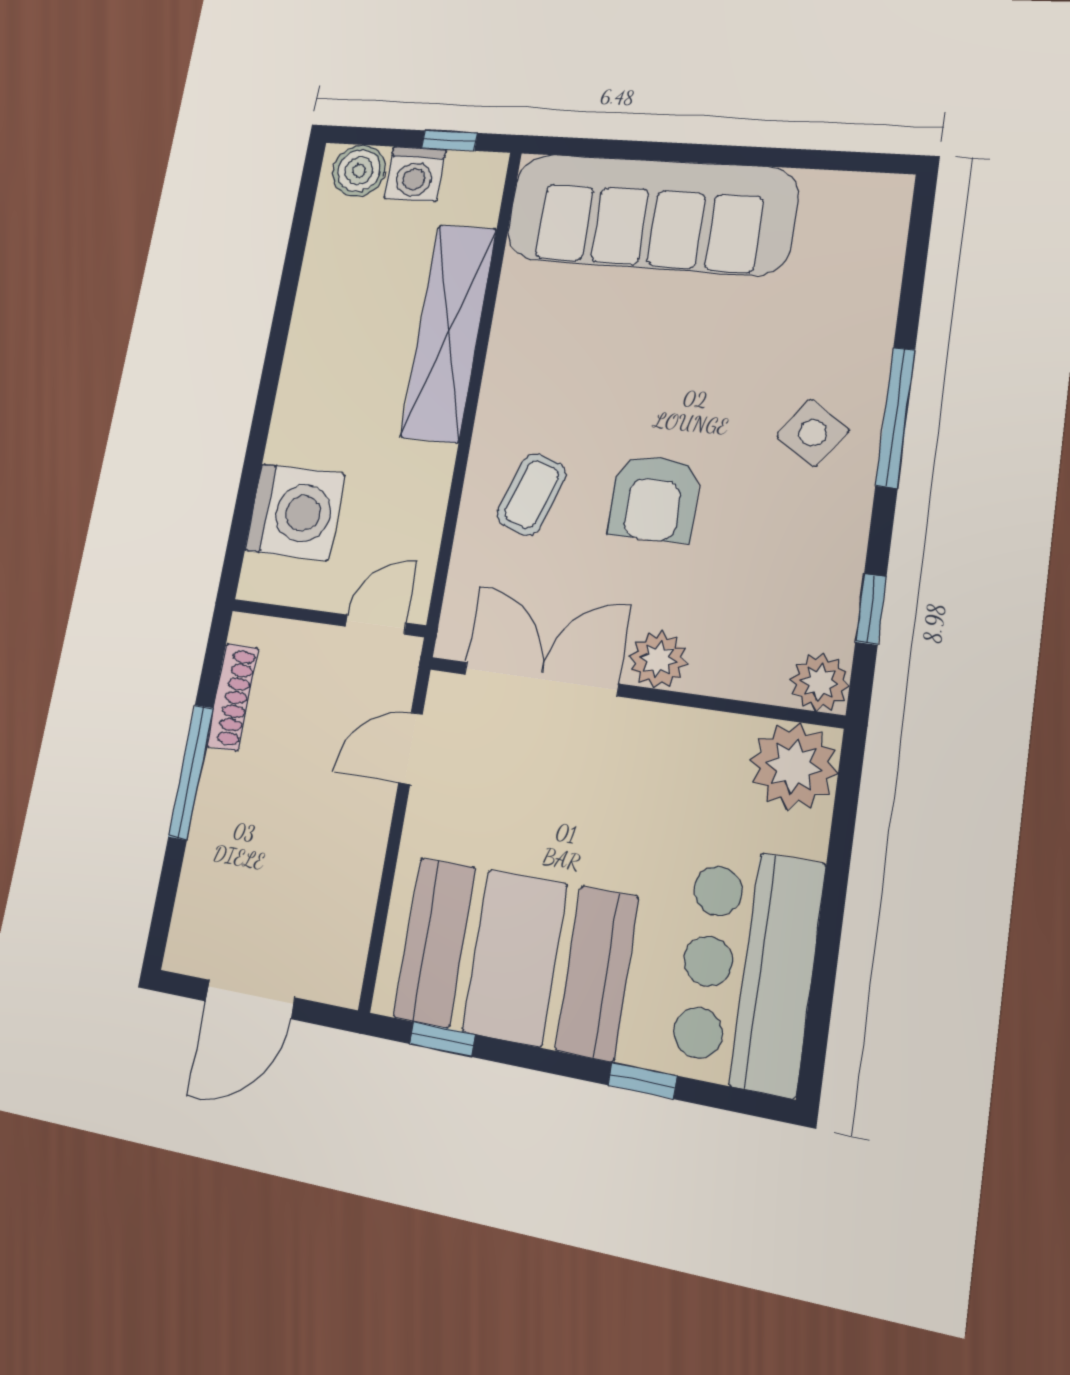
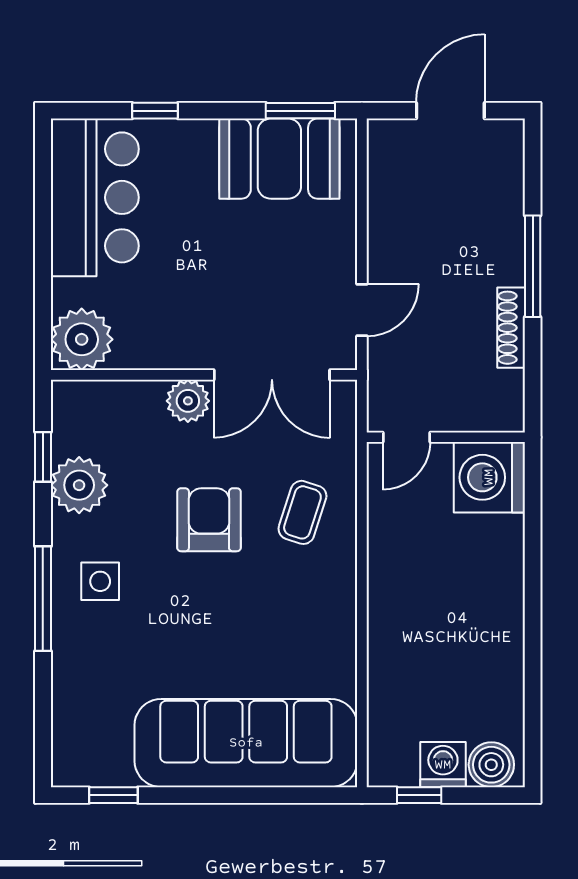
window: (832, 160) -> (113, 795), added
shelving: (449, 332) -> (391, 634), removed
side table: (813, 433) -> (100, 581), turned -35
wall: (328, 618) -> (446, 437), moved
door: (376, 625) -> (406, 437), moved
plant: (820, 682) -> (79, 485), moved, width x1.36, depth x1.36
booth: (515, 957) -> (279, 159), width x0.73, depth x0.70
window: (443, 1039) -> (300, 111), width x1.50

